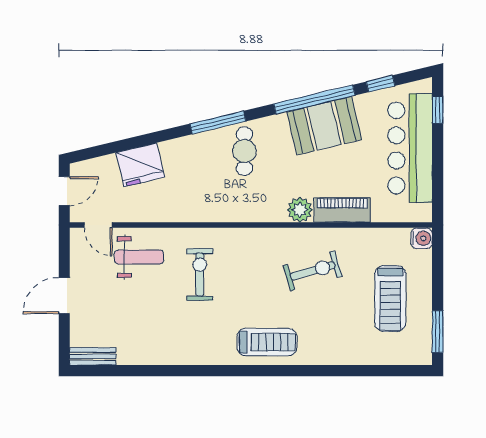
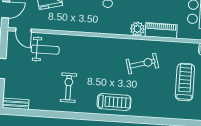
exercise bike: (200, 275) -> (68, 88), moved
treadmill: (390, 299) -> (185, 82), turned 180

